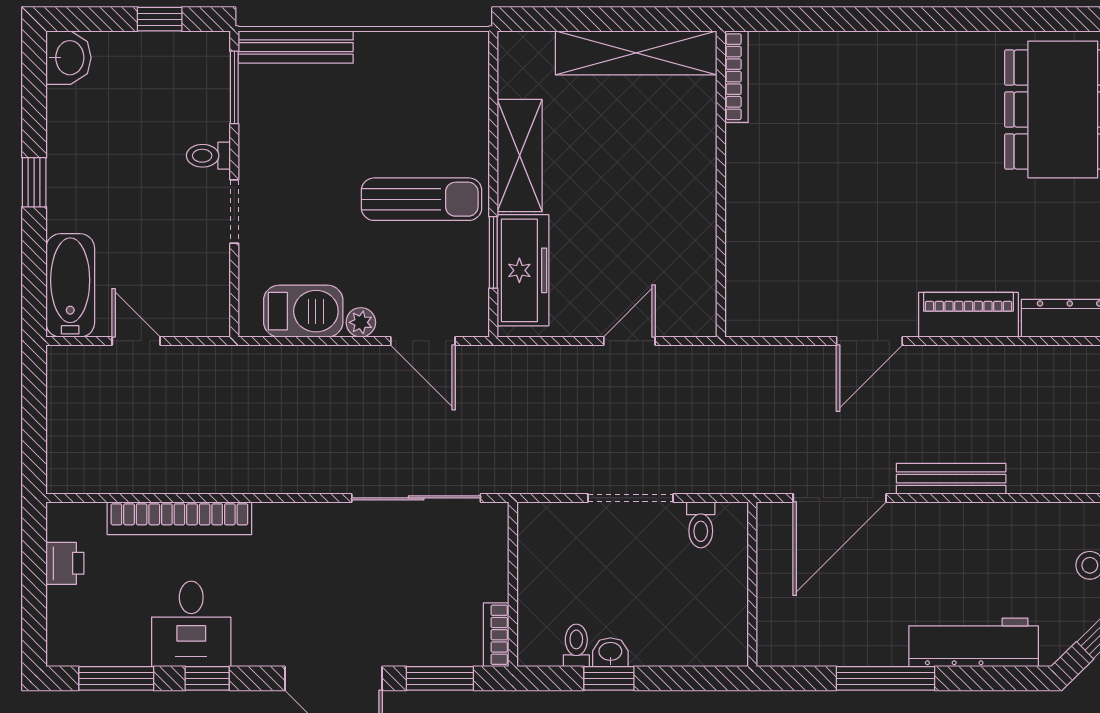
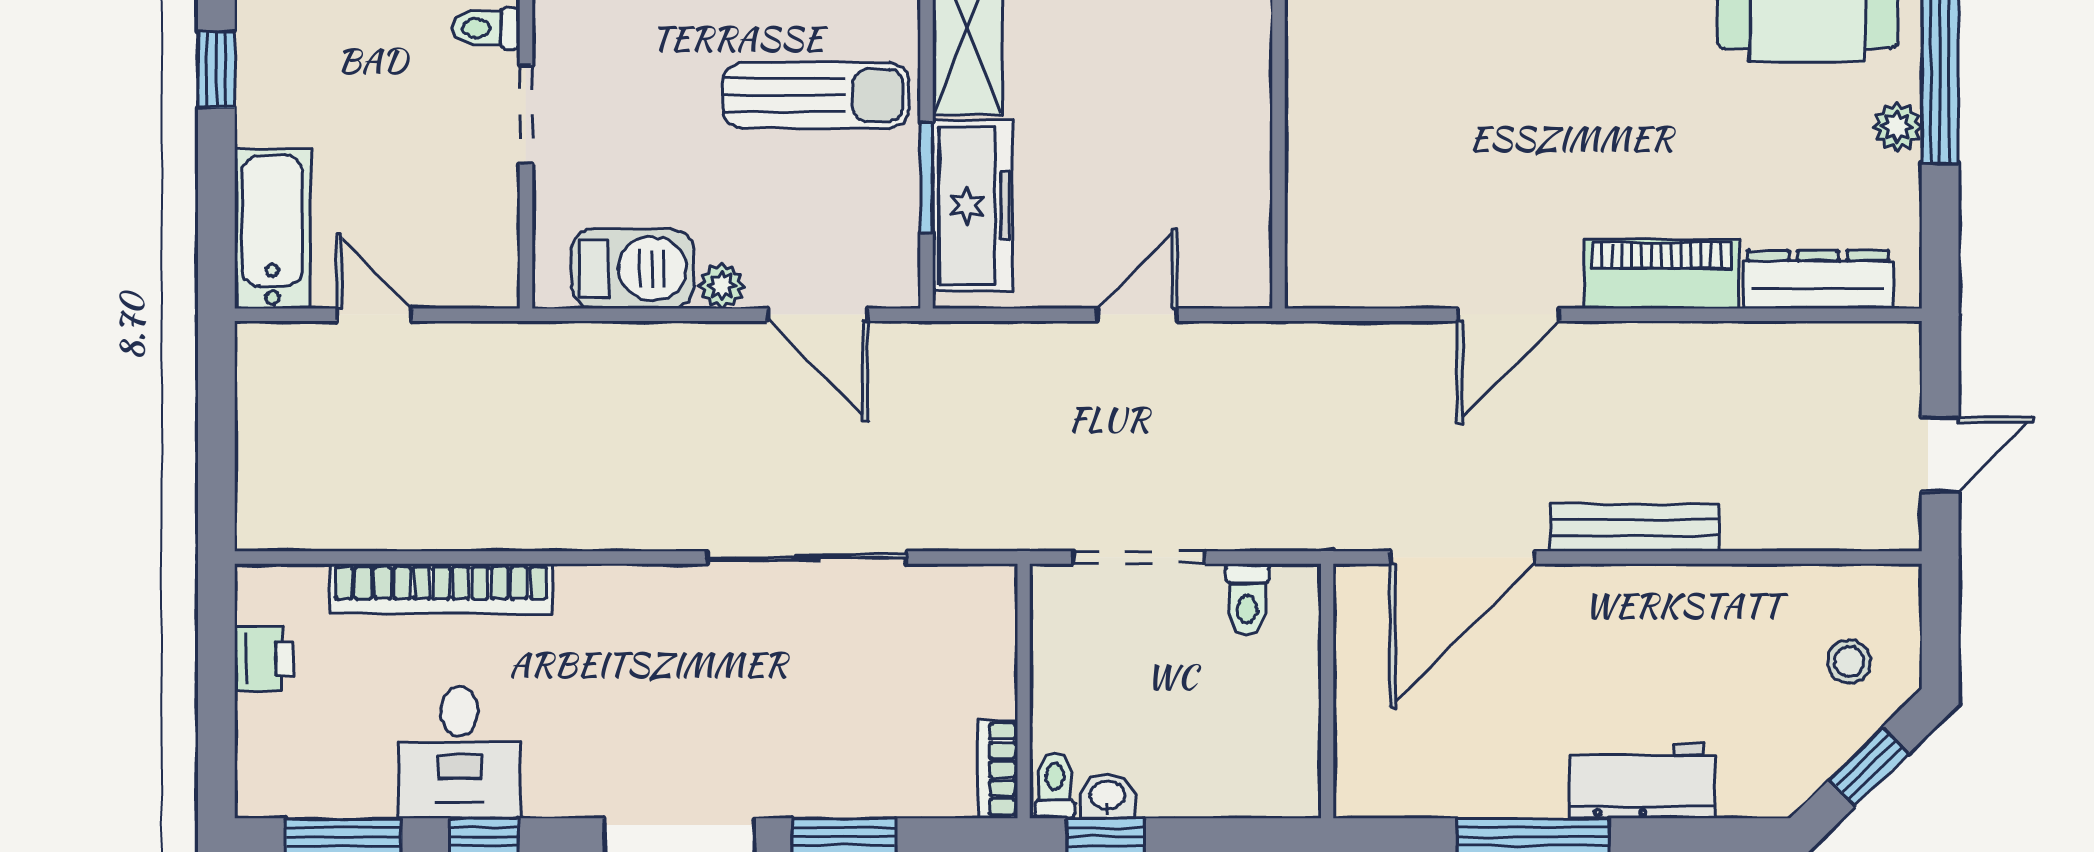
wall: (513, 584) -> (1024, 691), moved
bookcase: (496, 635) -> (998, 769), moved
workbench: (974, 642) -> (1642, 781), width x0.73

